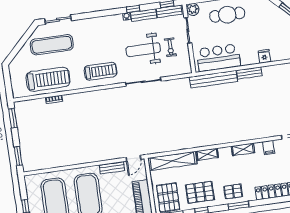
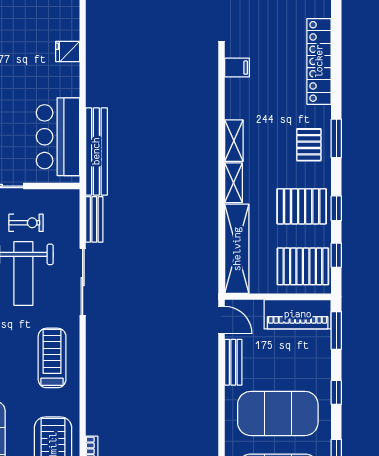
bench: (249, 73) -> (94, 219), moved
shelving: (243, 149) -> (234, 141), moved
pallet: (200, 192) -> (302, 206), turned 90

